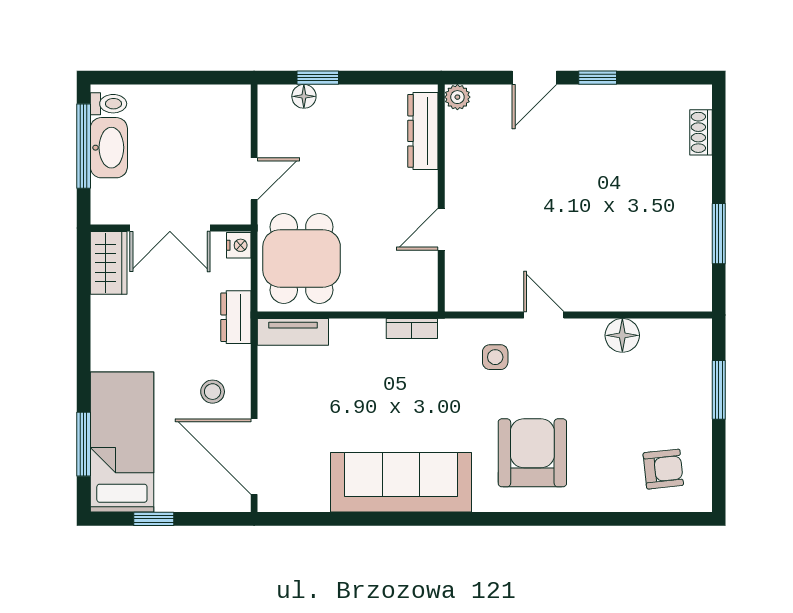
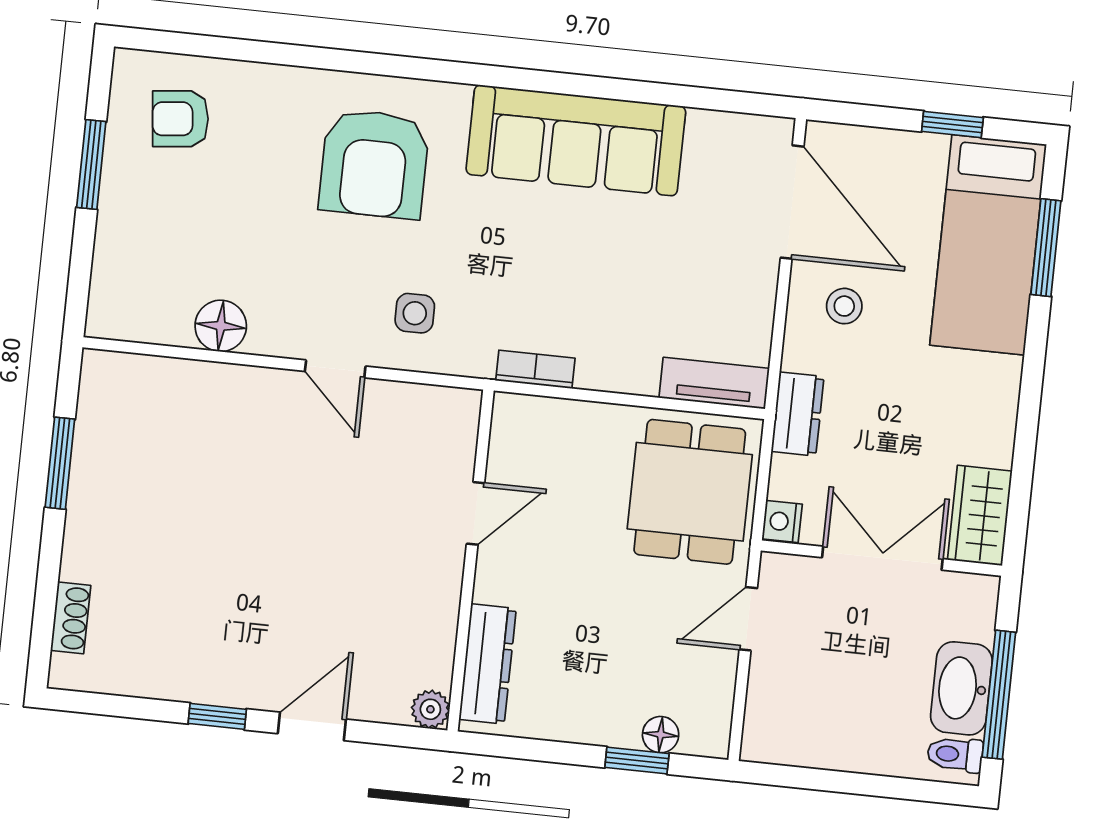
window: (719, 390) -> (91, 164), moved

